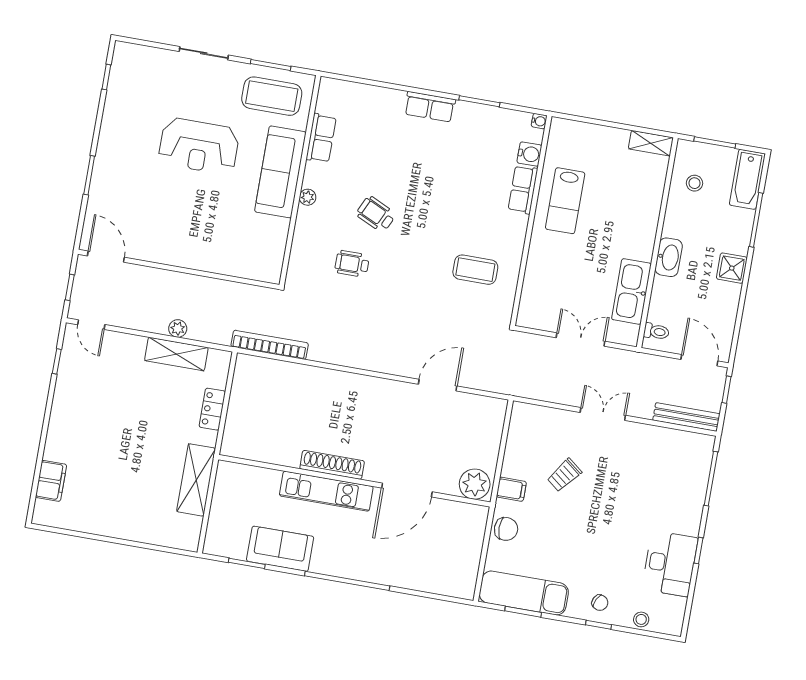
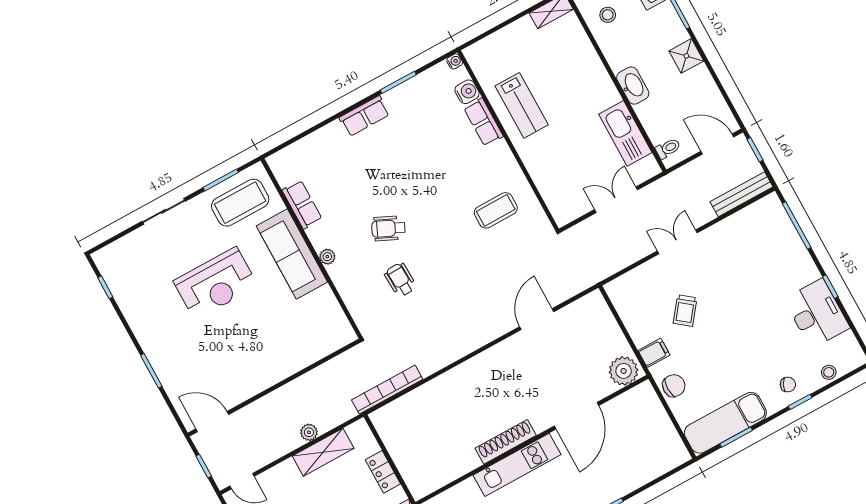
wheelchair: (352, 264) -> (400, 280), turned 88

